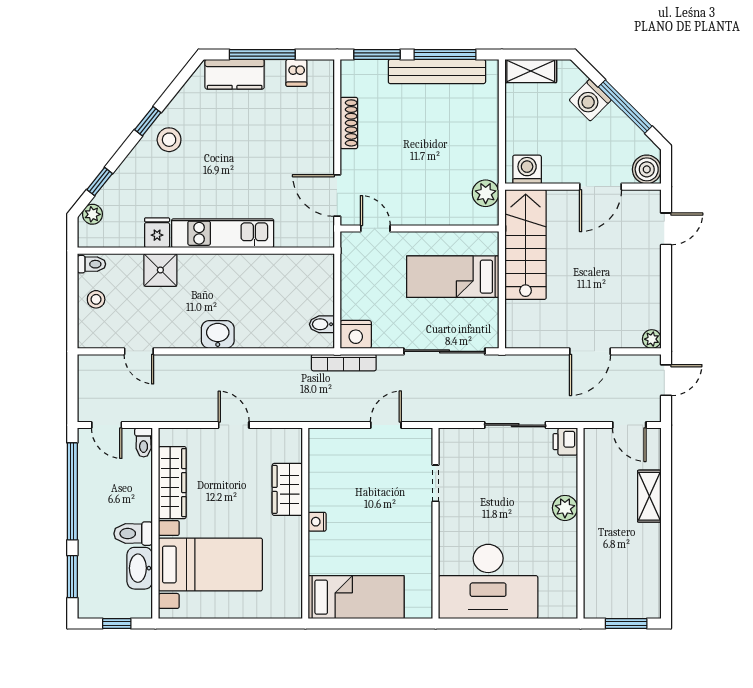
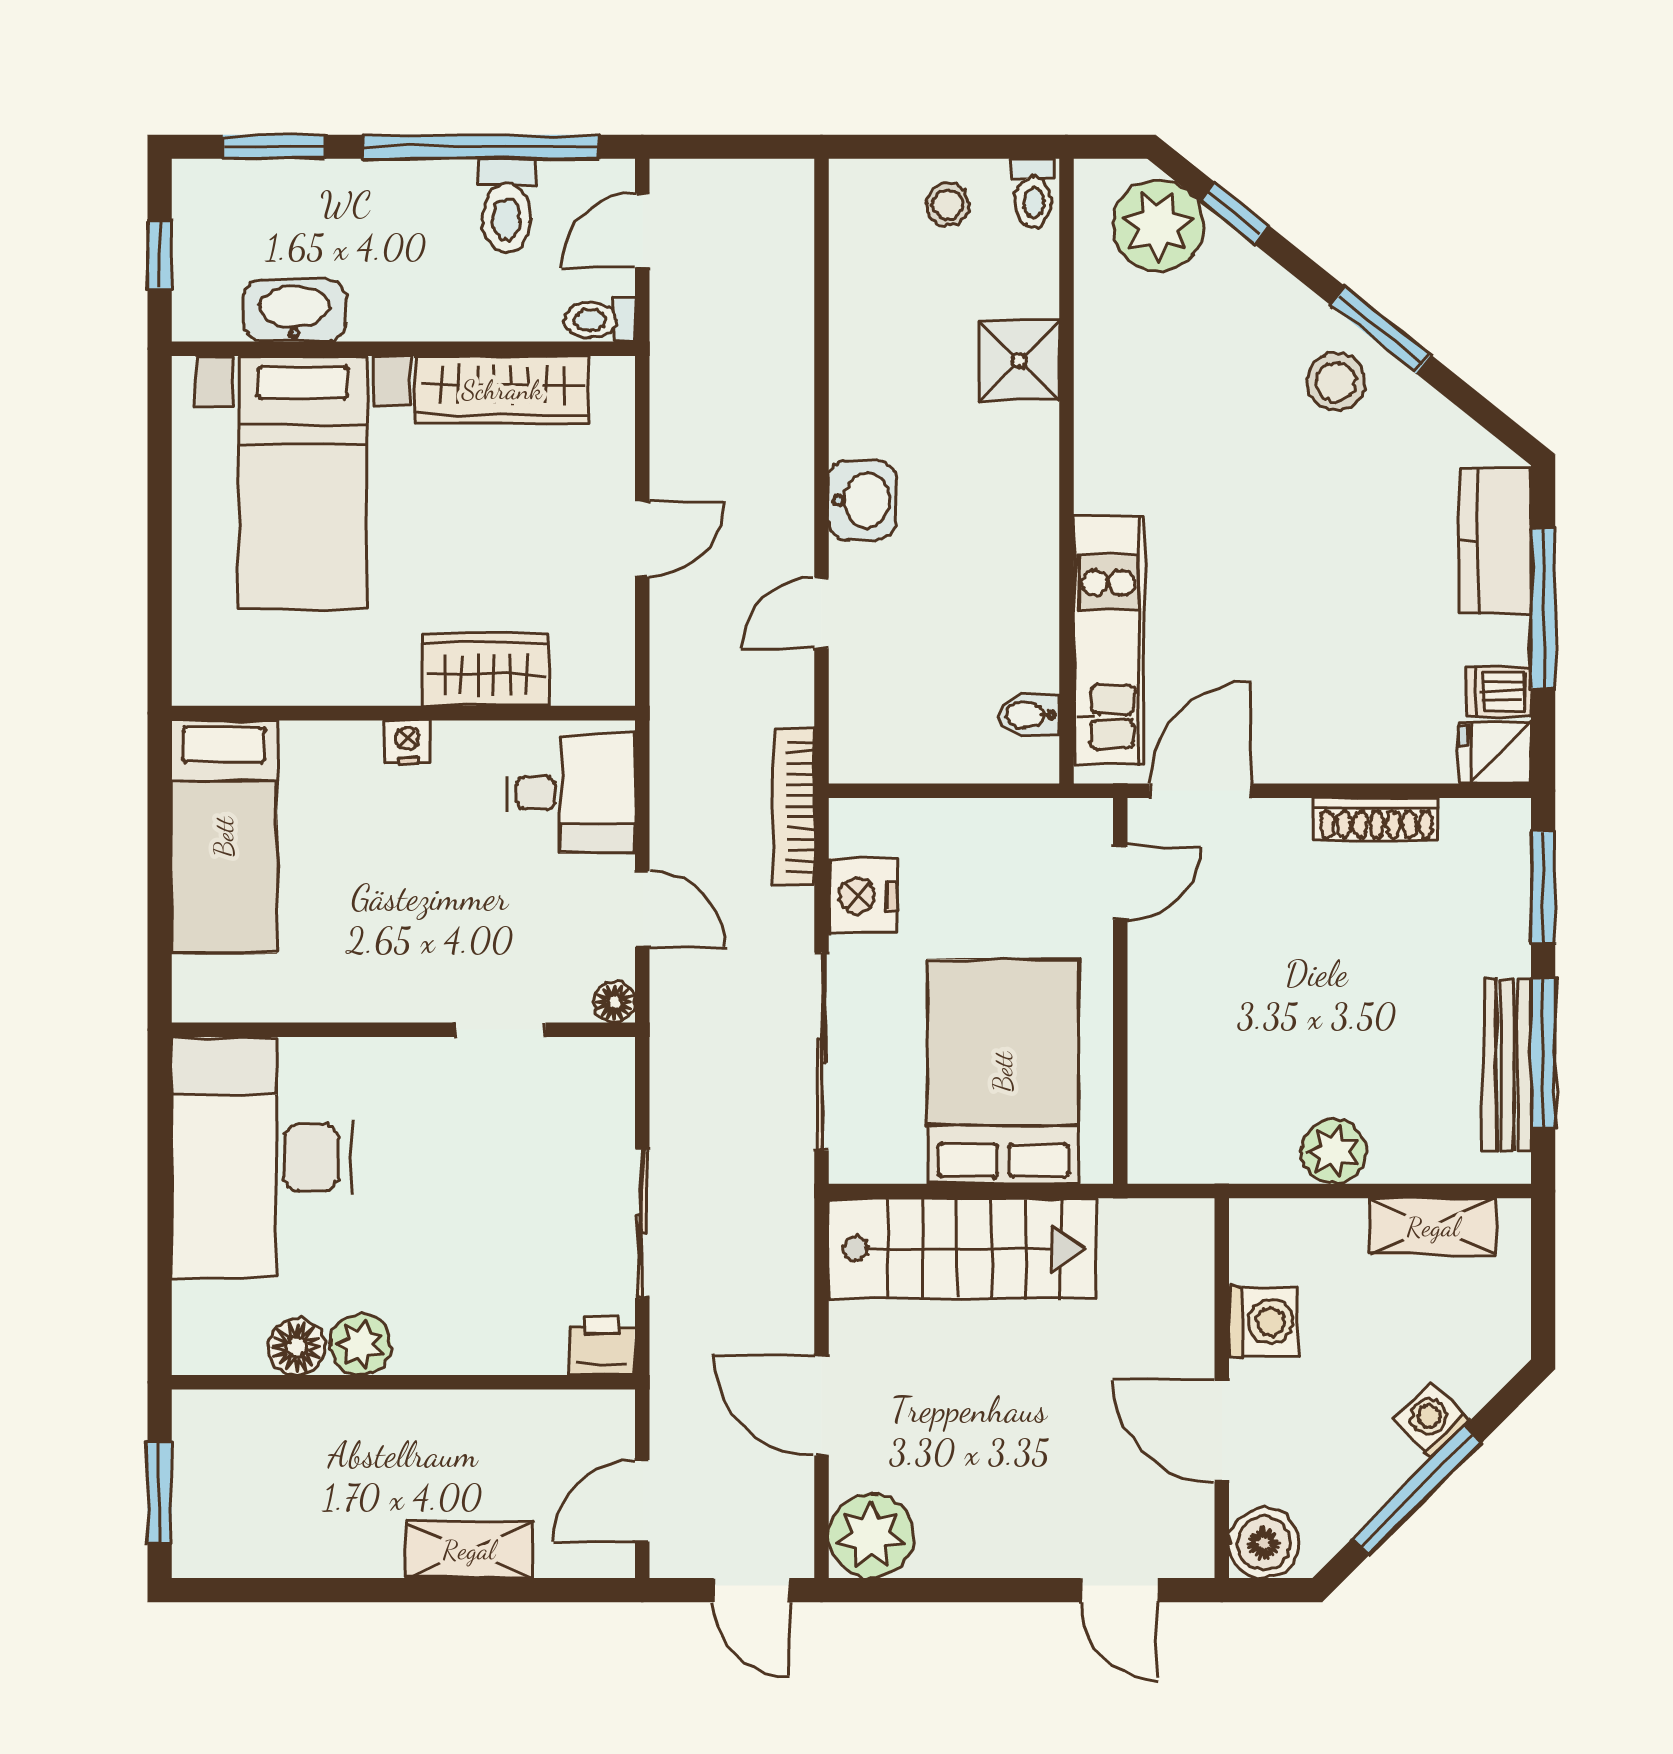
bench: (437, 71) -> (1507, 1065), width x0.73, depth x0.82
shelving: (531, 71) -> (1433, 1227), moved, turned 90
washing machine: (590, 100) -> (1433, 1420), width x0.73, depth x0.73
window: (148, 121) -> (1381, 330), width x1.50
washing machine: (527, 169) -> (1264, 1321), moved
plant: (486, 193) -> (1333, 1151), moved
plant: (92, 214) -> (1158, 226), width x1.87, depth x1.87
fridge: (157, 233) -> (1495, 752), moved, turned 180
kitchen unit: (223, 233) -> (1109, 640), moved
stairs: (526, 245) -> (962, 1249), moved
bed: (453, 277) -> (1003, 1072), width x1.50
bidet: (322, 324) -> (1029, 715), moved, turned -90
nightstand: (356, 334) -> (863, 896), moved
plant: (652, 339) -> (871, 1536), width x1.87, depth x1.87
door: (139, 351) -> (821, 613), moved
floor lamp: (424, 436) -> (615, 1002), added
desk: (338, 454) -> (571, 793), added
plant: (565, 508) -> (360, 1344), moved
toilet: (133, 534) -> (506, 206), moved, turned 180
floor lamp: (566, 567) -> (297, 1347), added

